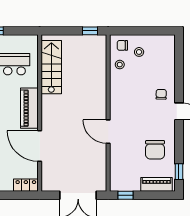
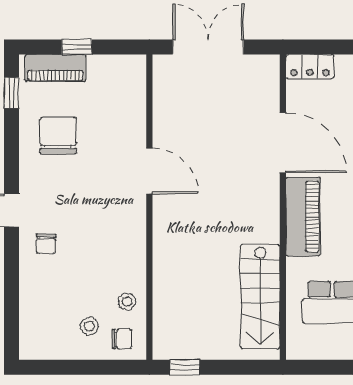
window: (125, 195) -> (77, 47), moved

